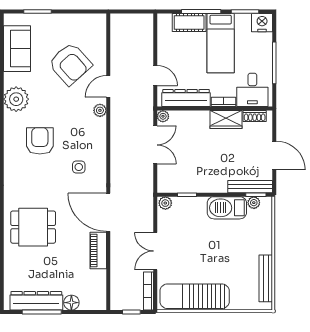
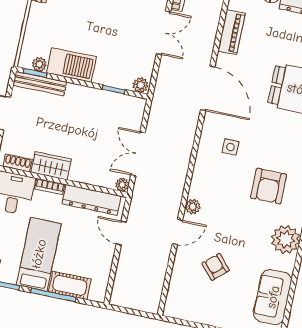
armchair: (70, 64) -> (216, 267), width x0.53, depth x0.53
piano: (98, 250) -> (232, 32), moved

